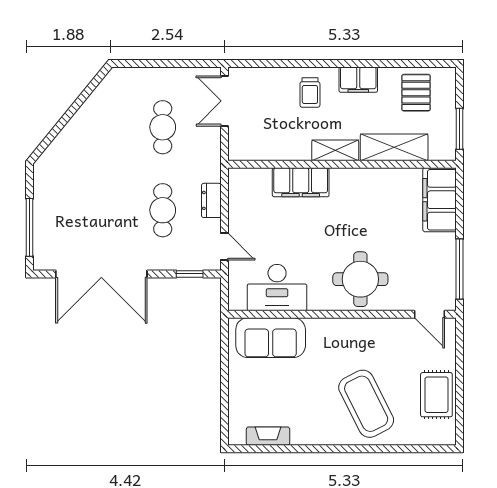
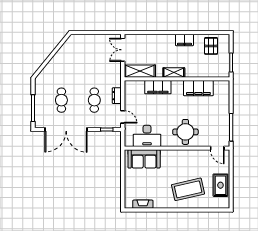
trolley: (310, 92) -> (162, 46), removed
cafe table: (163, 127) -> (61, 100), moved
shelving: (394, 147) -> (140, 71), moved
filing cabinet: (440, 200) -> (198, 88), moved, turned -90
coffee table: (366, 404) -> (188, 189), turned -76

